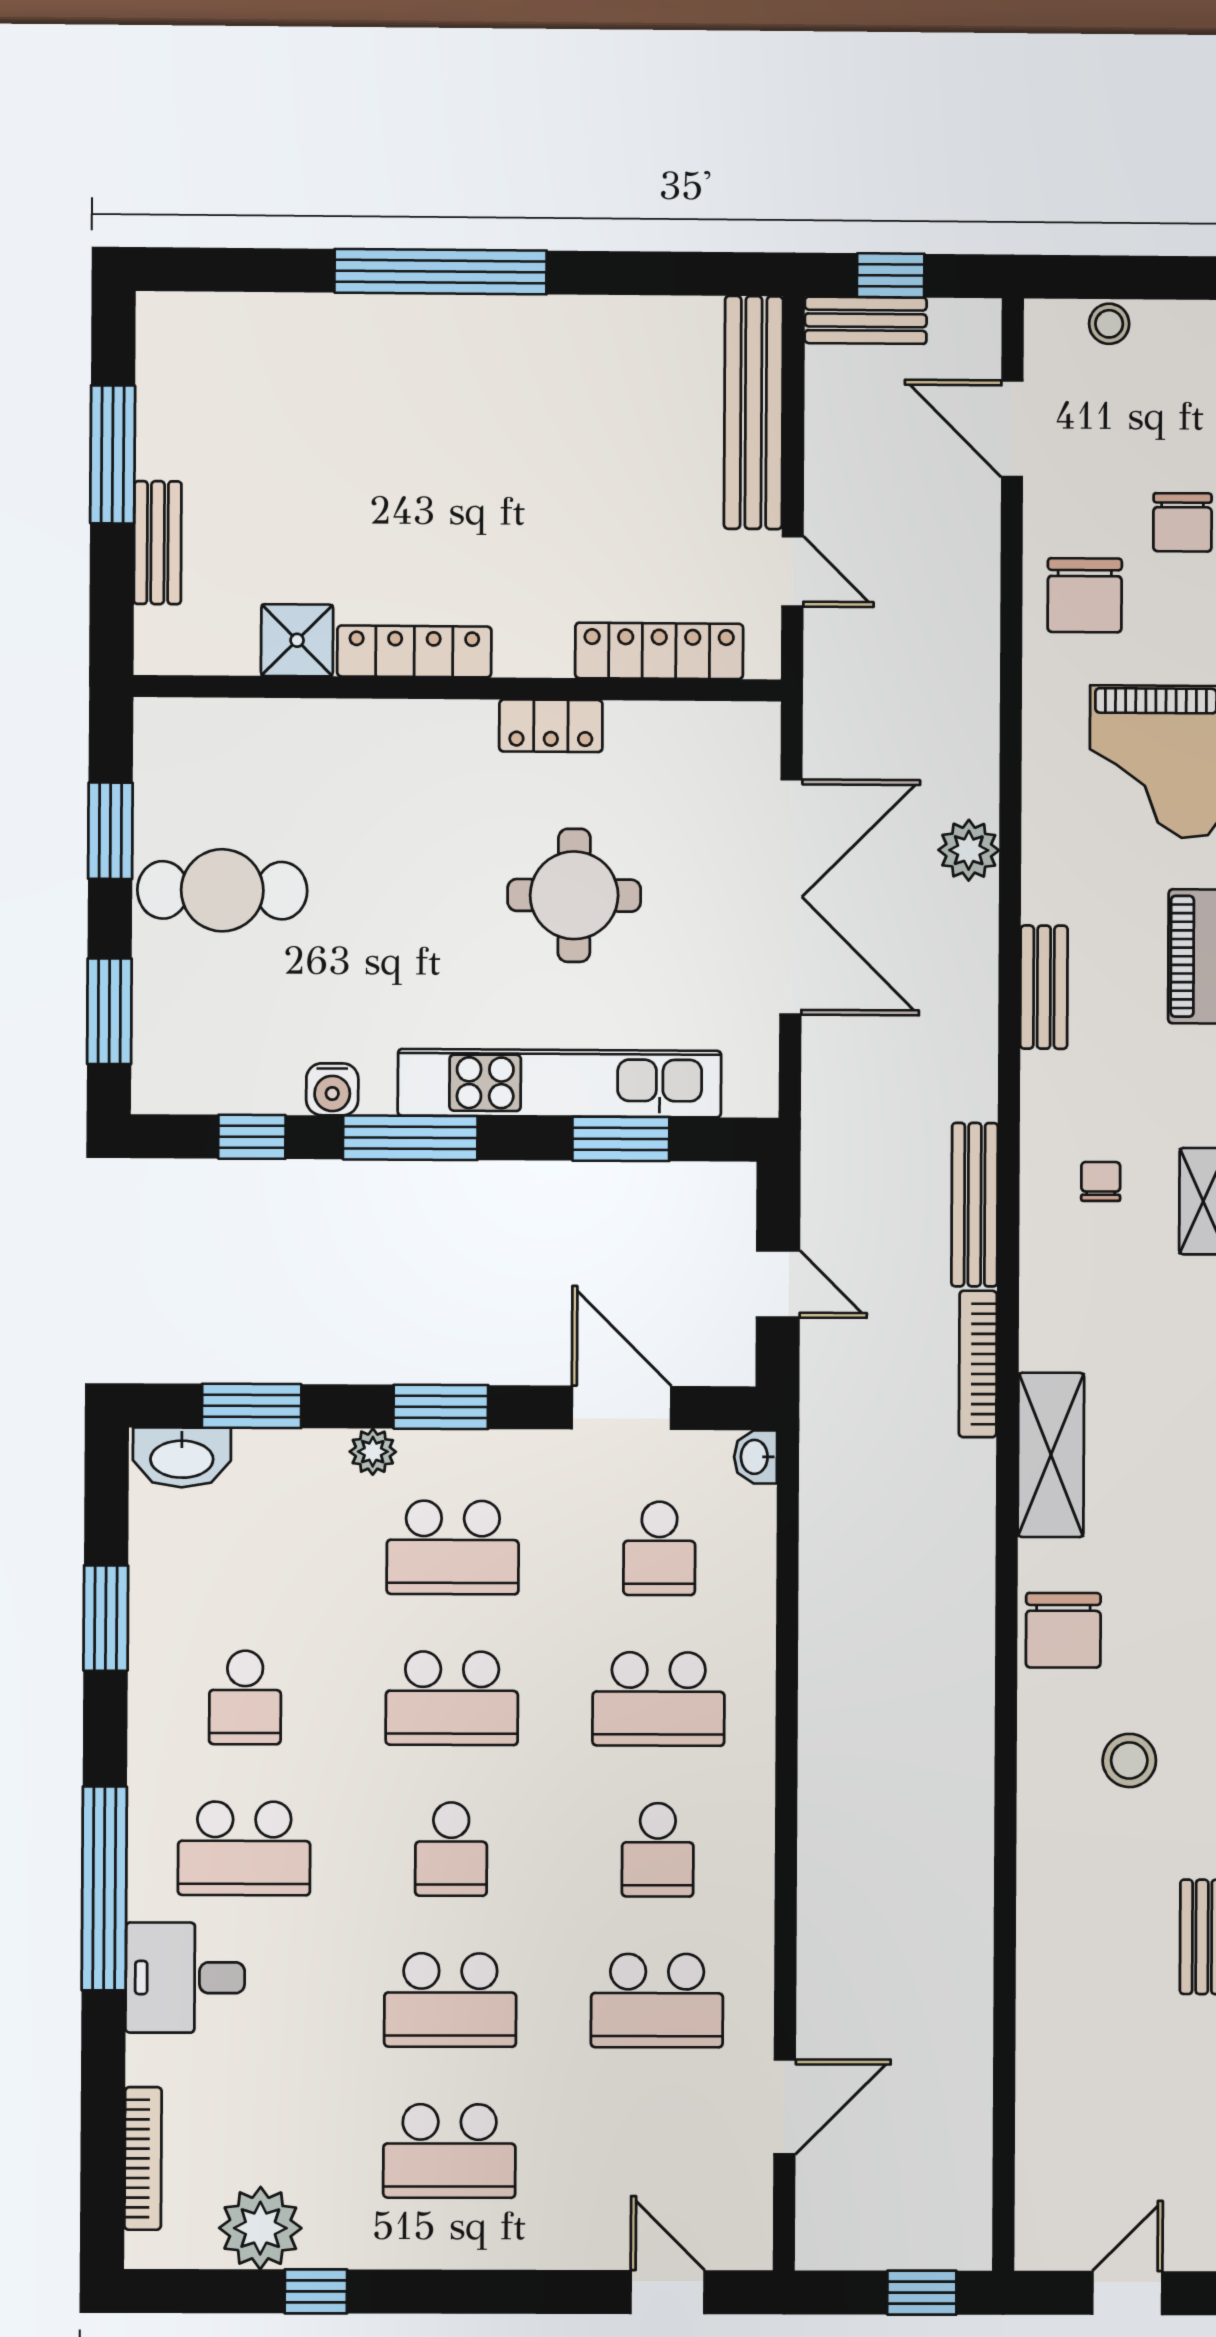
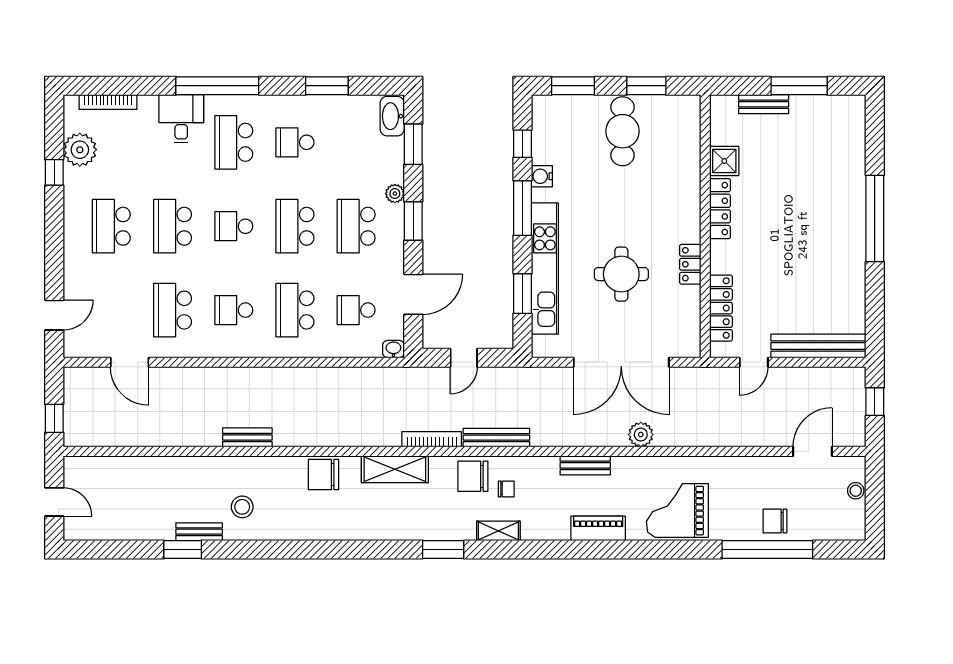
bench: (866, 320) -> (247, 437), moved, turned 90
chair: (1085, 595) -> (473, 476), moved
stool: (1129, 1760) -> (242, 507), moved

